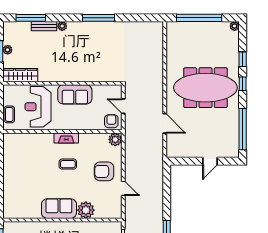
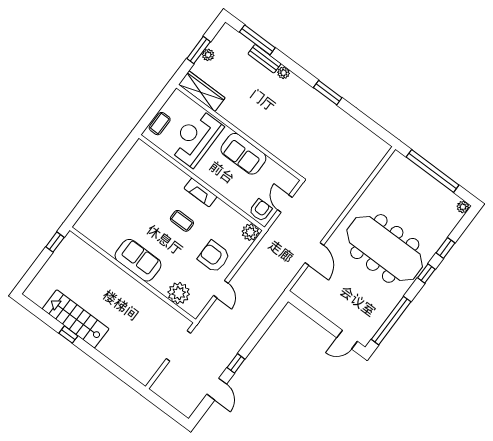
window: (99, 18) -> (328, 93), width x0.69
door: (210, 161) -> (347, 340), moved
plant: (86, 210) -> (179, 293), moved

